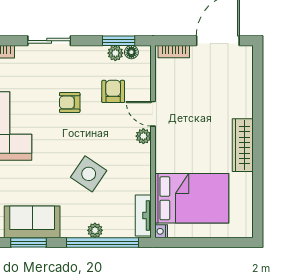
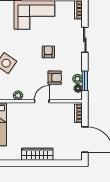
plant: (143, 136) -> (18, 95), moved
wardrobe: (243, 145) -> (37, 154), moved

